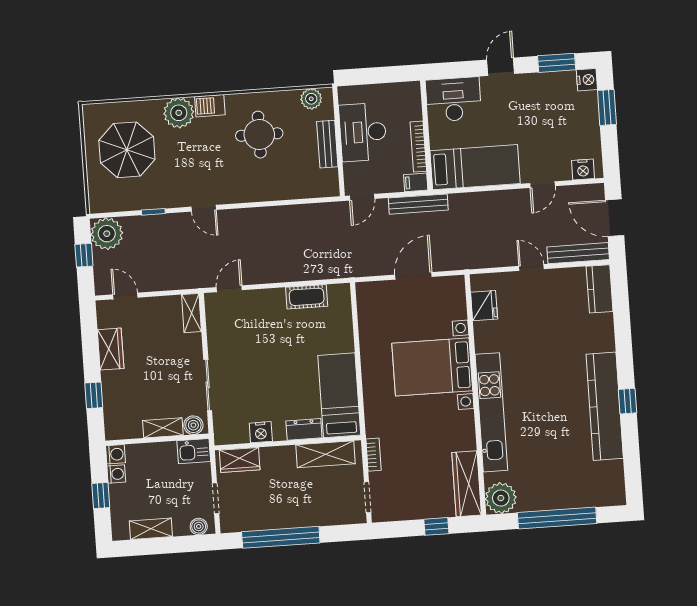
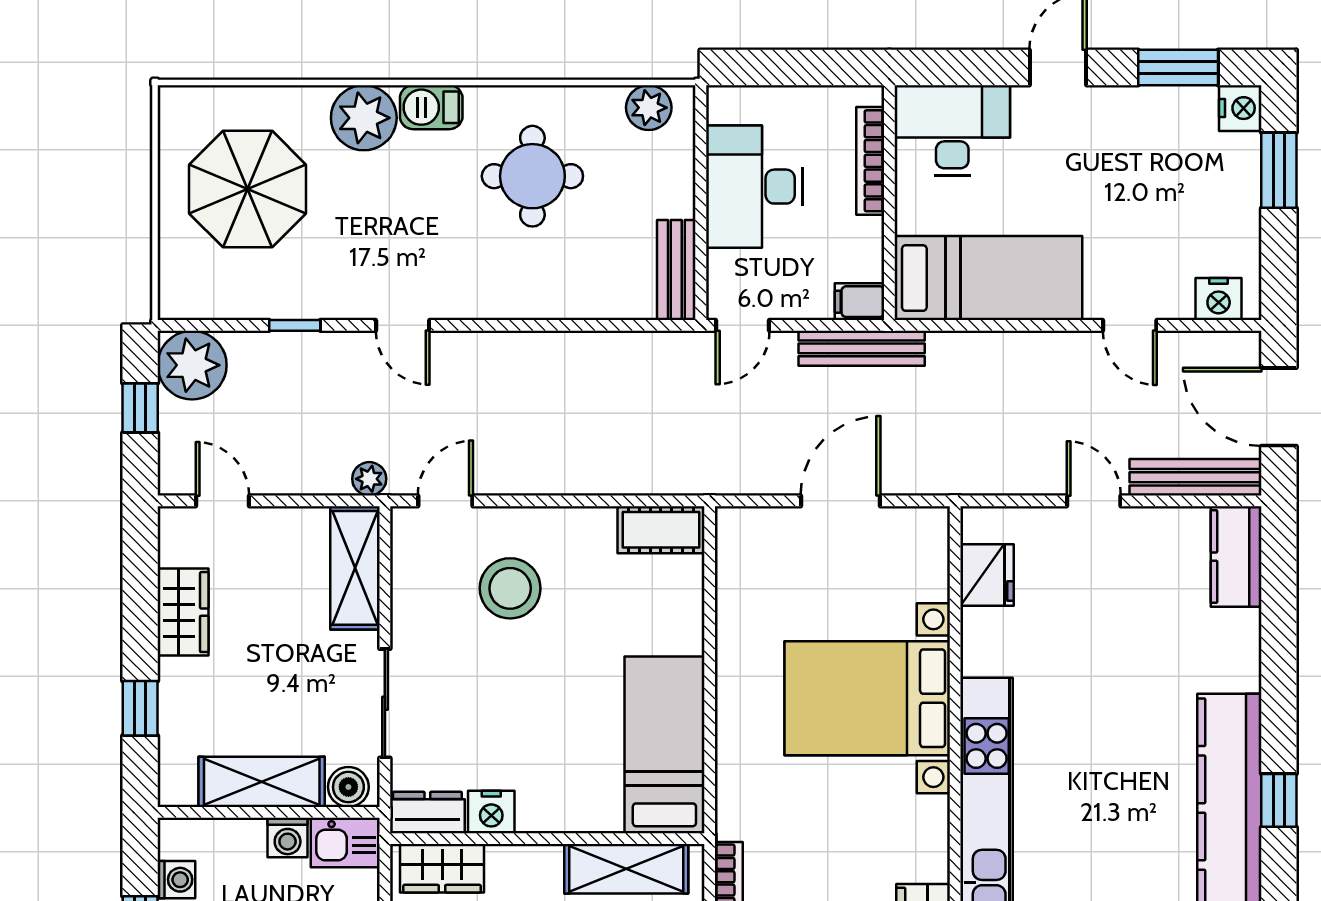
bench: (327, 144) -> (676, 270), moved
bookcase: (418, 147) -> (870, 161), moved
door: (543, 185) -> (1130, 325), hinge flipped
plant: (193, 281) -> (369, 479), added
cot: (307, 297) -> (661, 530), moved
shelving: (192, 313) -> (355, 568), width x1.50, depth x1.33
stool: (262, 327) -> (510, 588), added
shelving: (163, 428) -> (262, 782), width x1.50, depth x1.33
dresser: (304, 429) -> (427, 813), moved
washing machine: (115, 454) -> (288, 838), moved, turned 90

